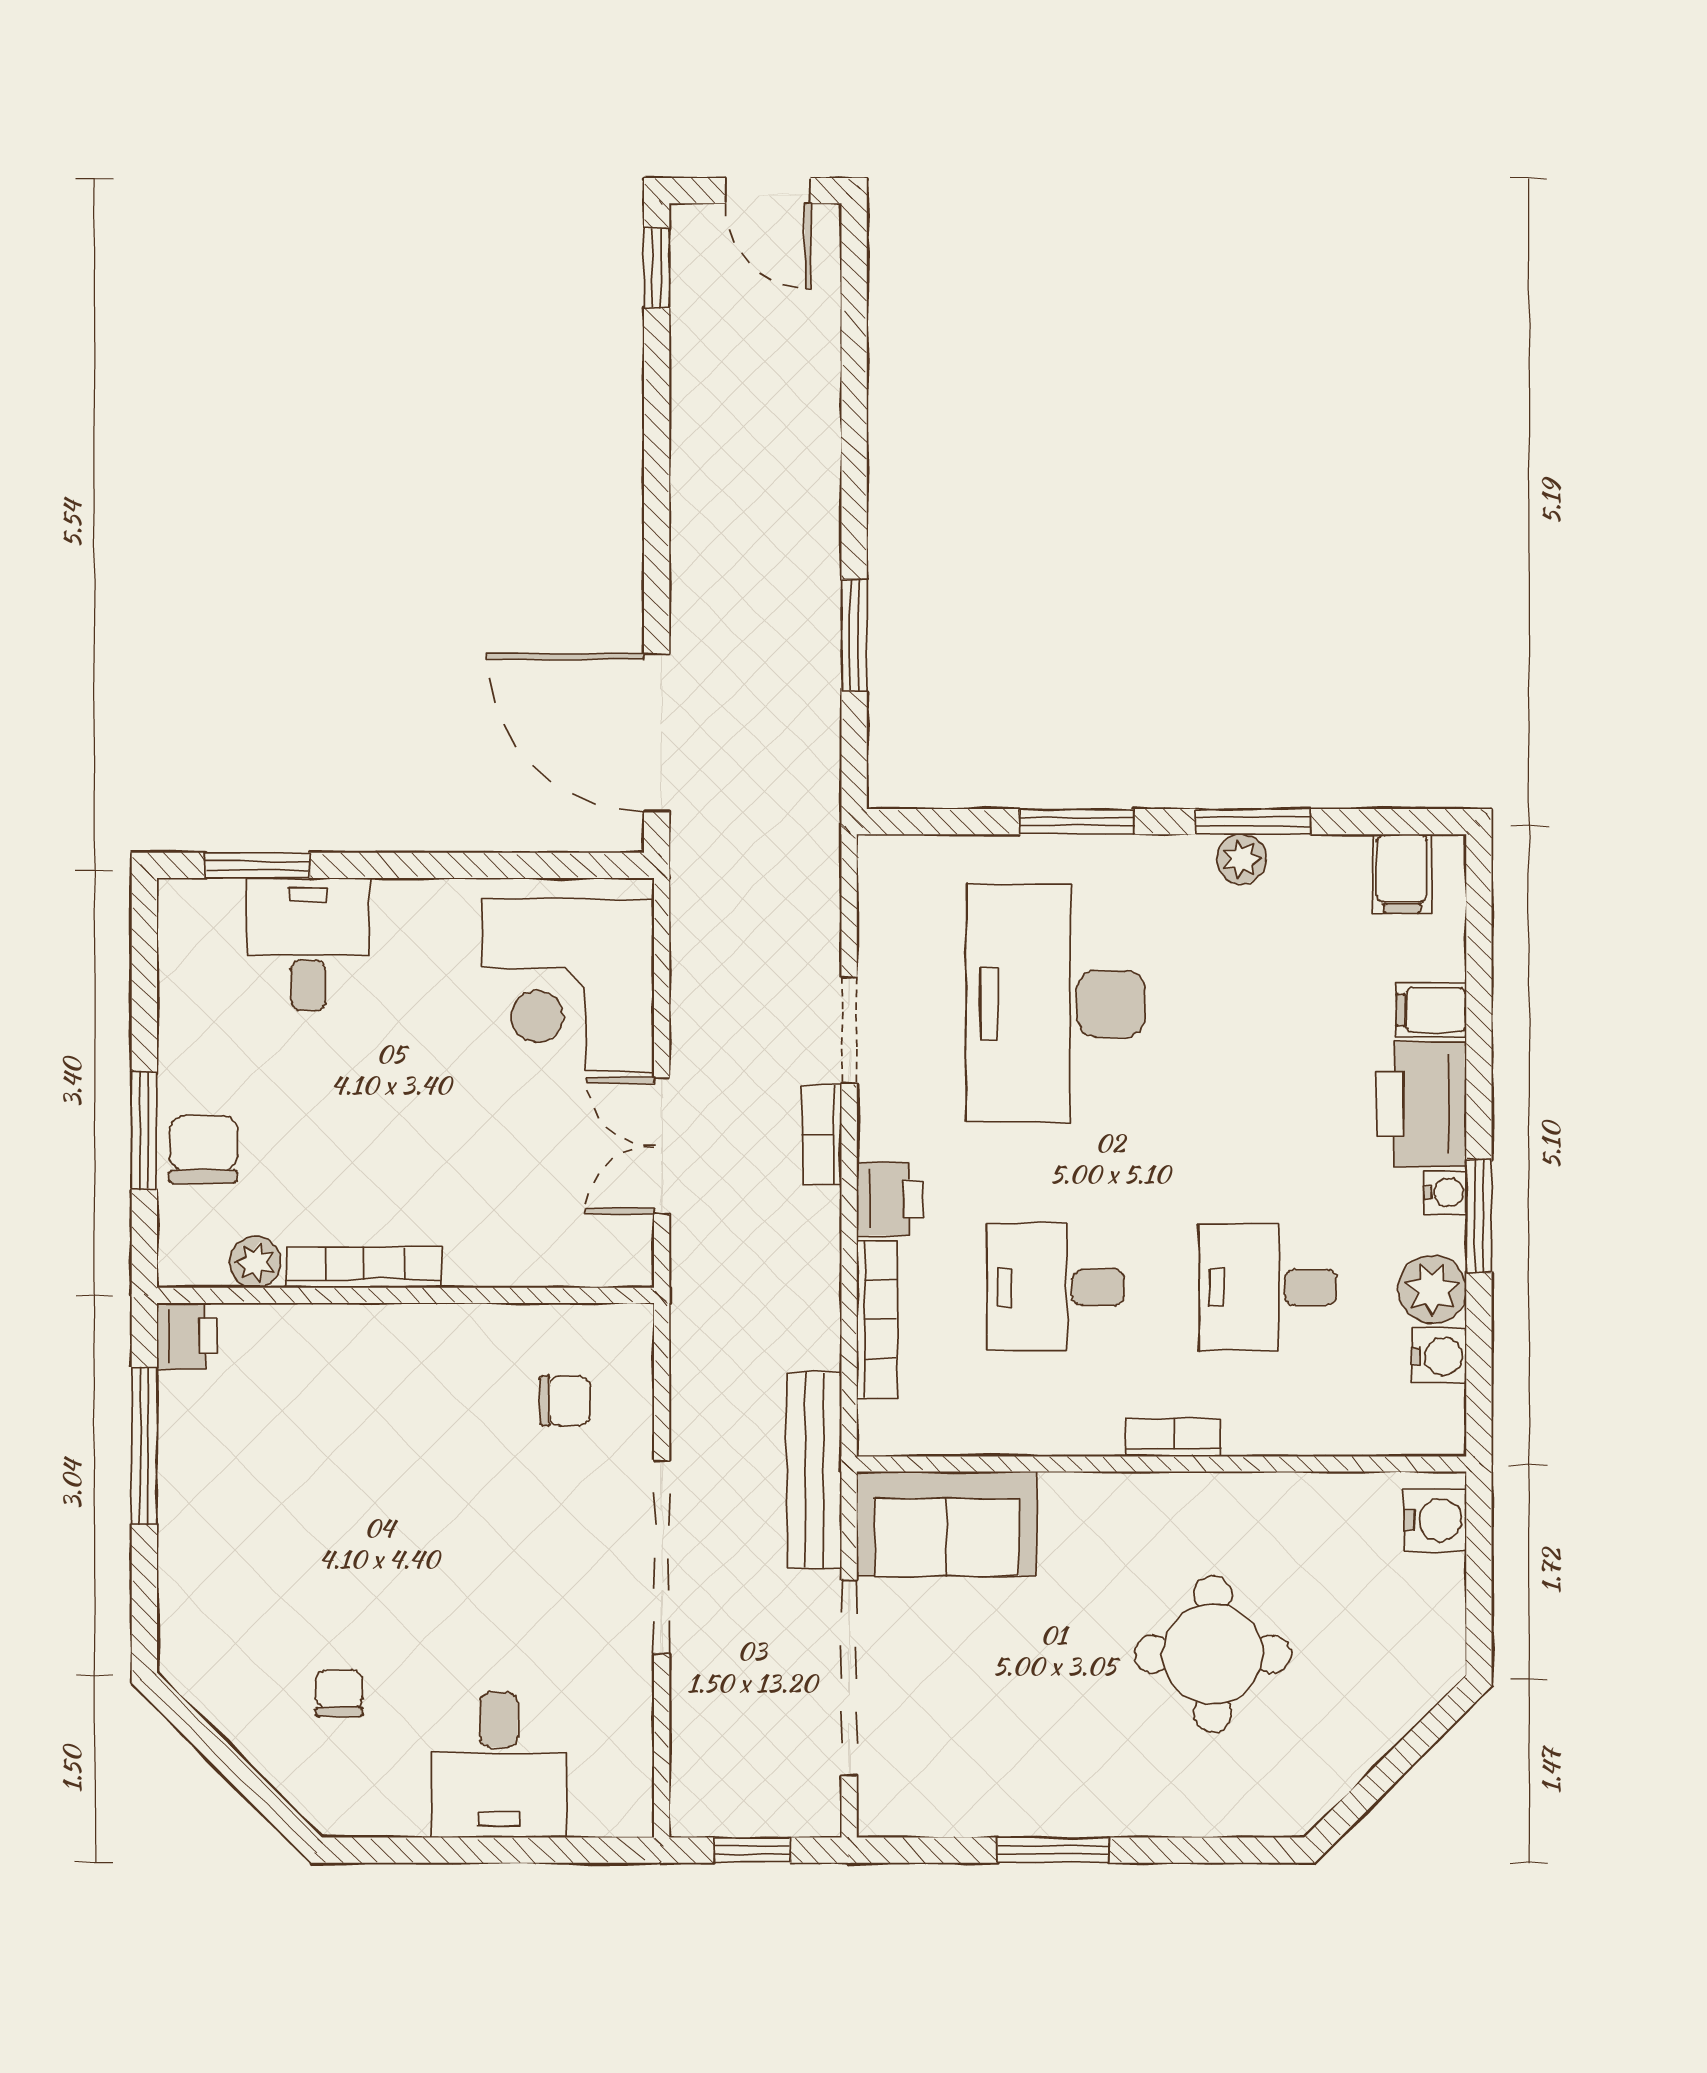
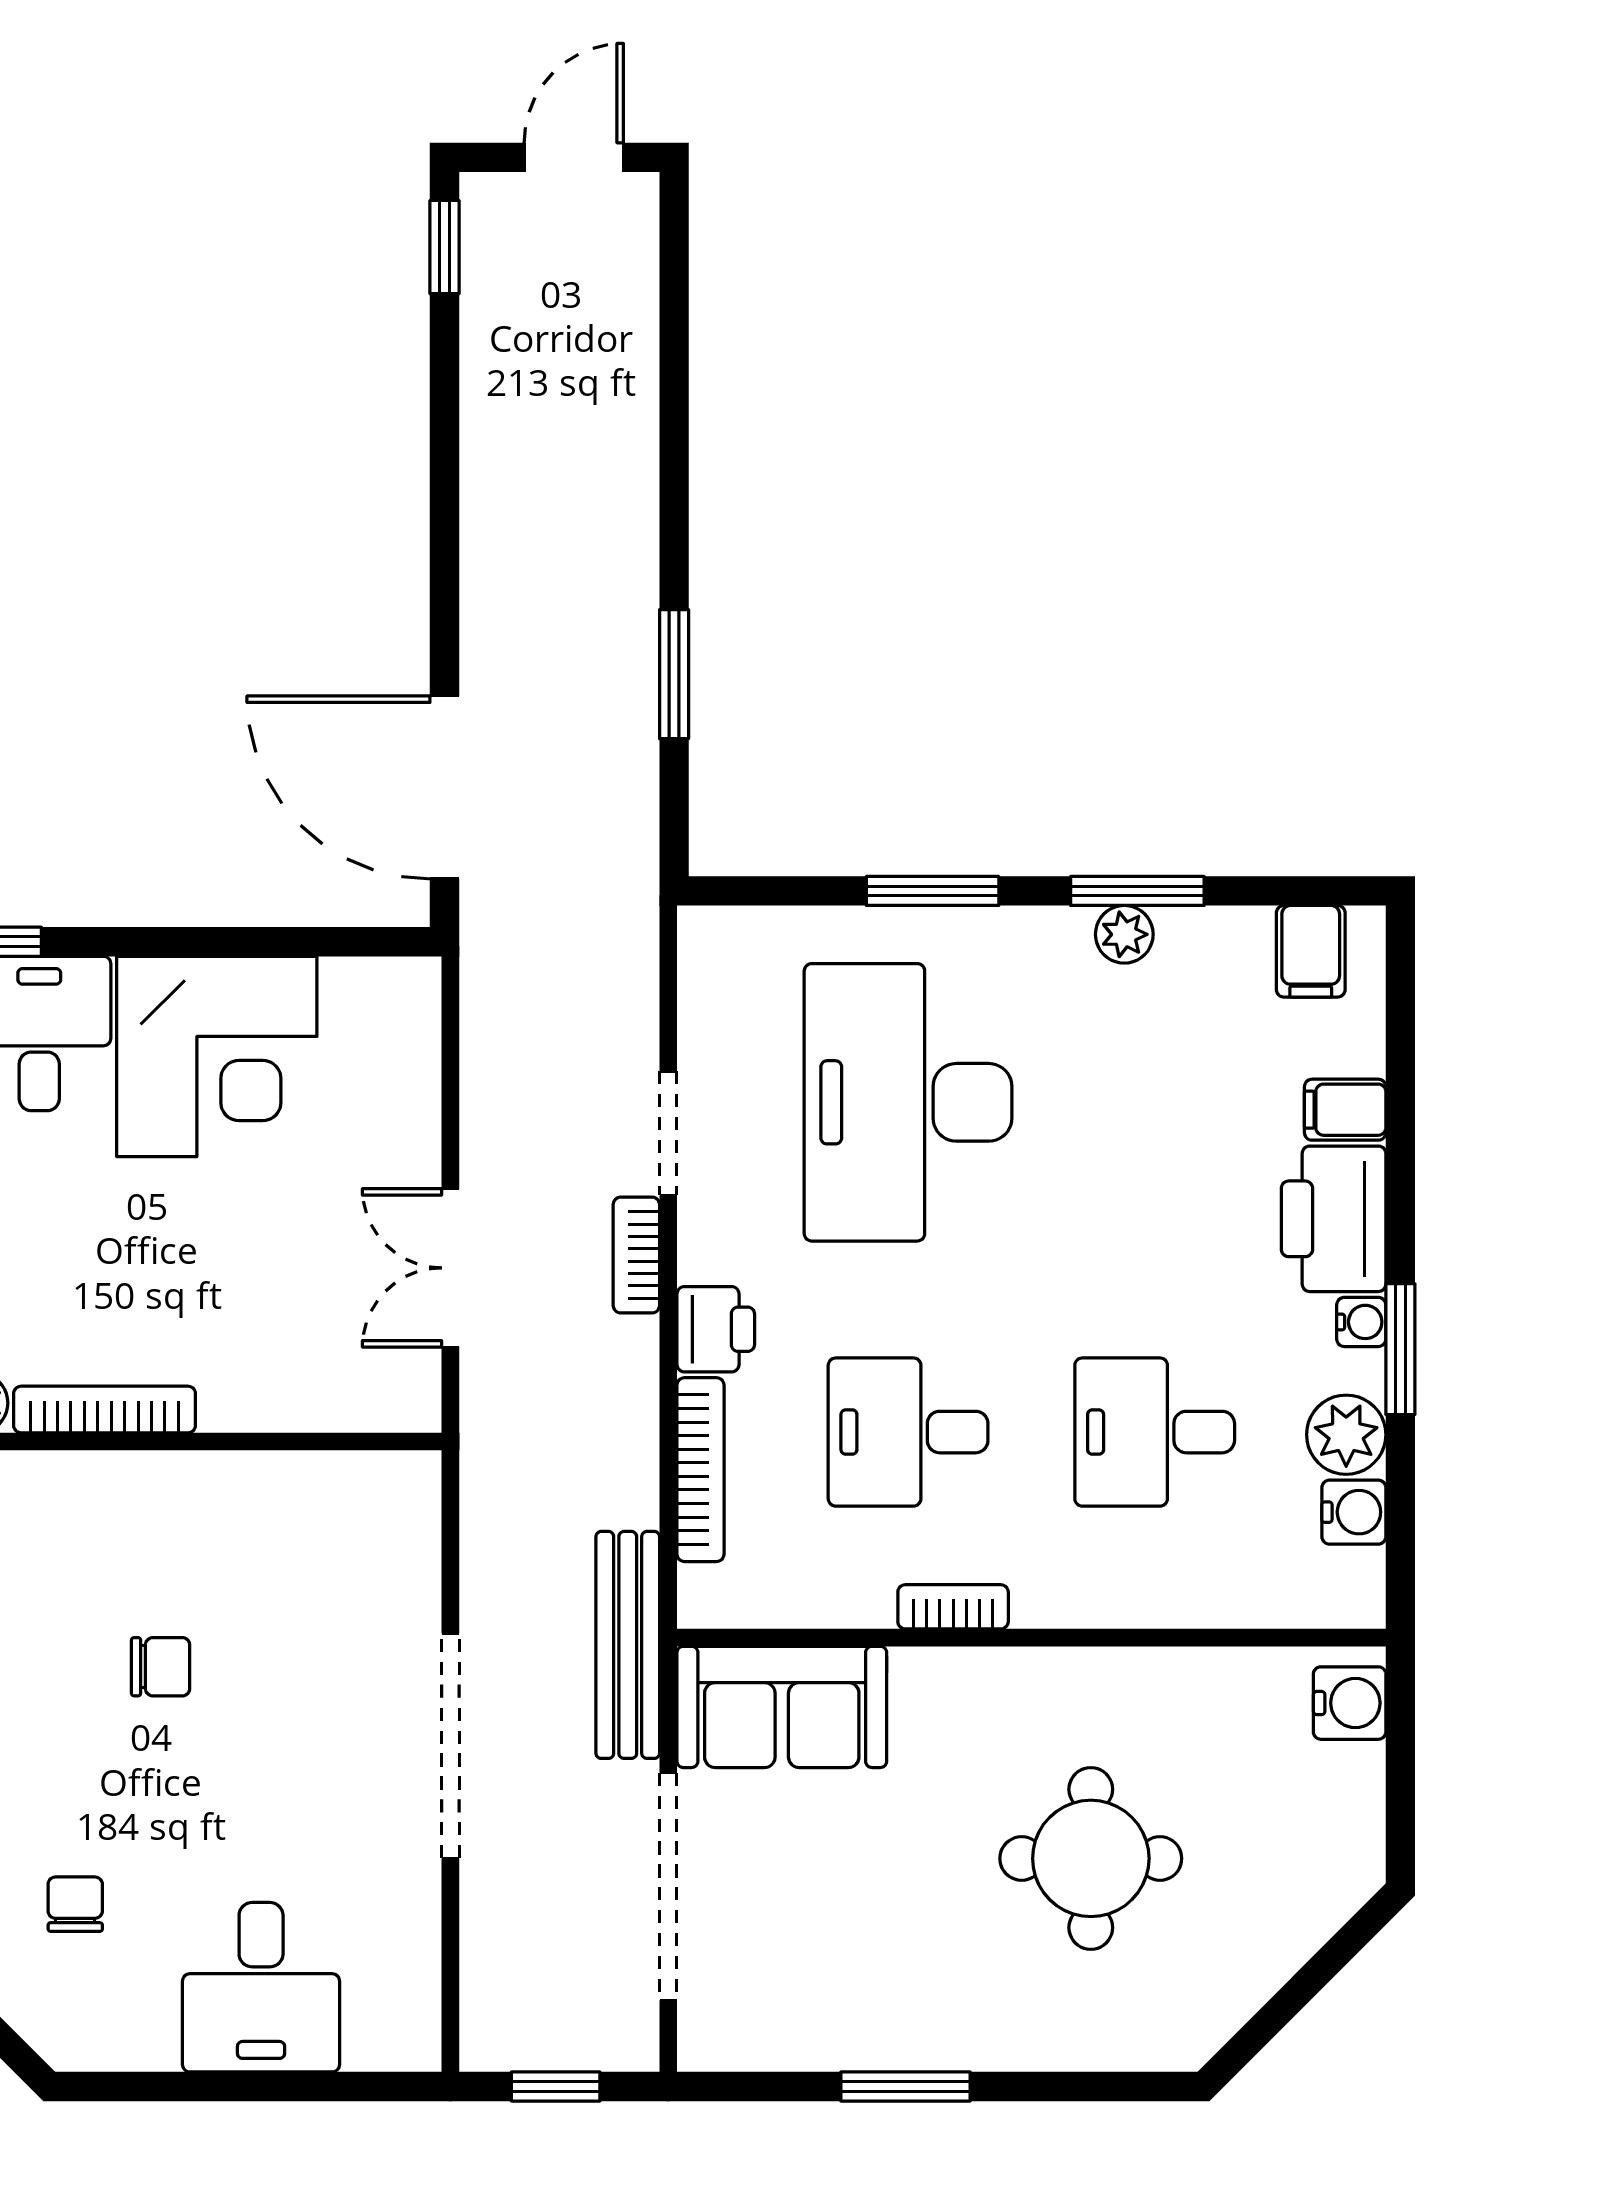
door: (768, 191) -> (574, 157), swing flipped
corner desk: (568, 985) -> (217, 1056), moved, turned -90
chair: (565, 1401) -> (161, 1667), moved
bookcase: (1173, 1437) -> (953, 1607), moved

